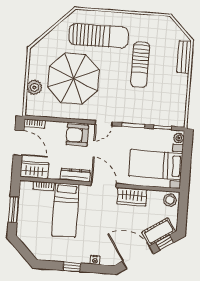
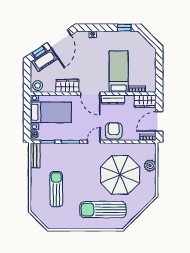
bench: (184, 57) -> (35, 156), moved
sun lounger: (140, 65) -> (56, 189), moved
armchair: (77, 135) -> (114, 131), turned -90
door: (19, 143) -> (159, 121), hinge flipped
window: (14, 210) -> (159, 69), removed
door: (138, 257) -> (59, 39), hinge flipped
window: (72, 267) -> (124, 28), moved

